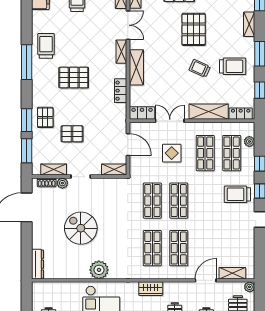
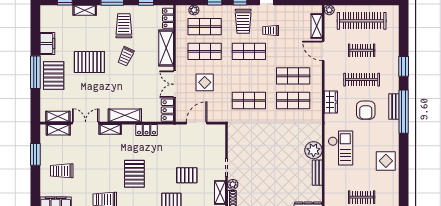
pallet: (72, 134) -> (187, 175), turned 90
shelving: (114, 170) -> (220, 136), removed
shop shelf: (179, 201) -> (249, 51), moved
trolley: (227, 224) -> (271, 31), added
spiral stairs: (81, 228) -> (275, 167), removed
bench: (75, 274) -> (317, 173), added

